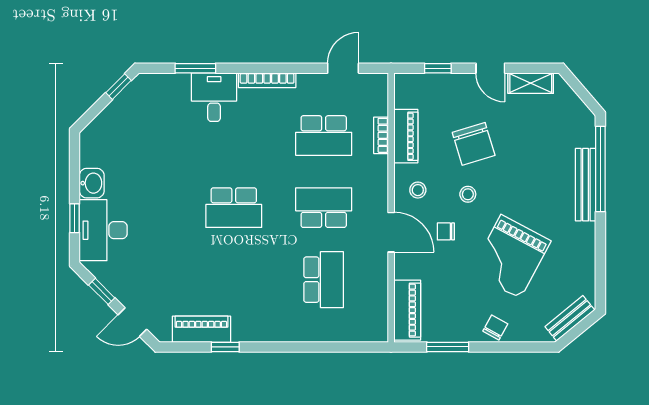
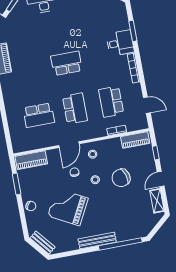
piano: (406, 136) -> (135, 140), moved
bench: (586, 185) -> (97, 241), moved
school desk: (234, 208) -> (66, 63), turned 90

